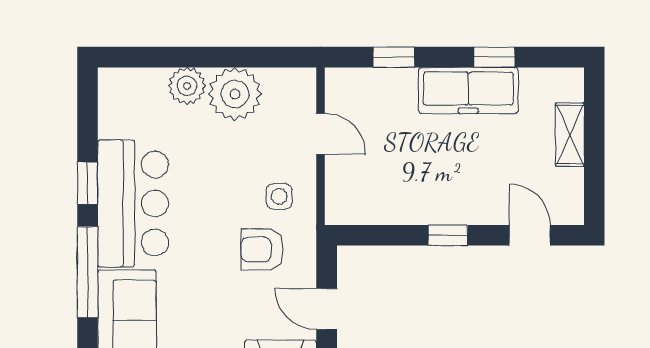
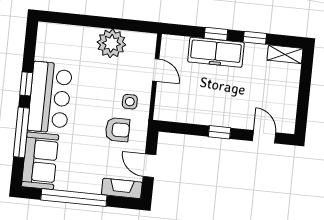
window: (394, 57) -> (216, 34), moved
plant: (187, 86) -> (86, 36), removed
freezer: (468, 90) -> (216, 52), moved
shelving: (570, 135) -> (285, 54), moved, turned 90
armchair: (262, 249) -> (118, 130), turned 180

